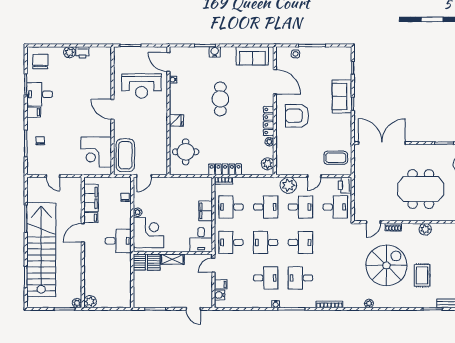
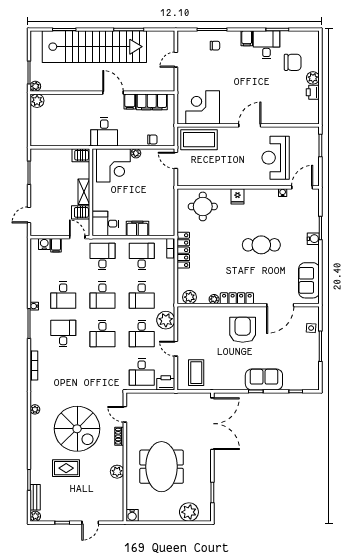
chair: (40, 62) -> (293, 62), moved
desk: (266, 242) -> (102, 295), turned 180
server rack: (154, 262) -> (81, 212), moved

